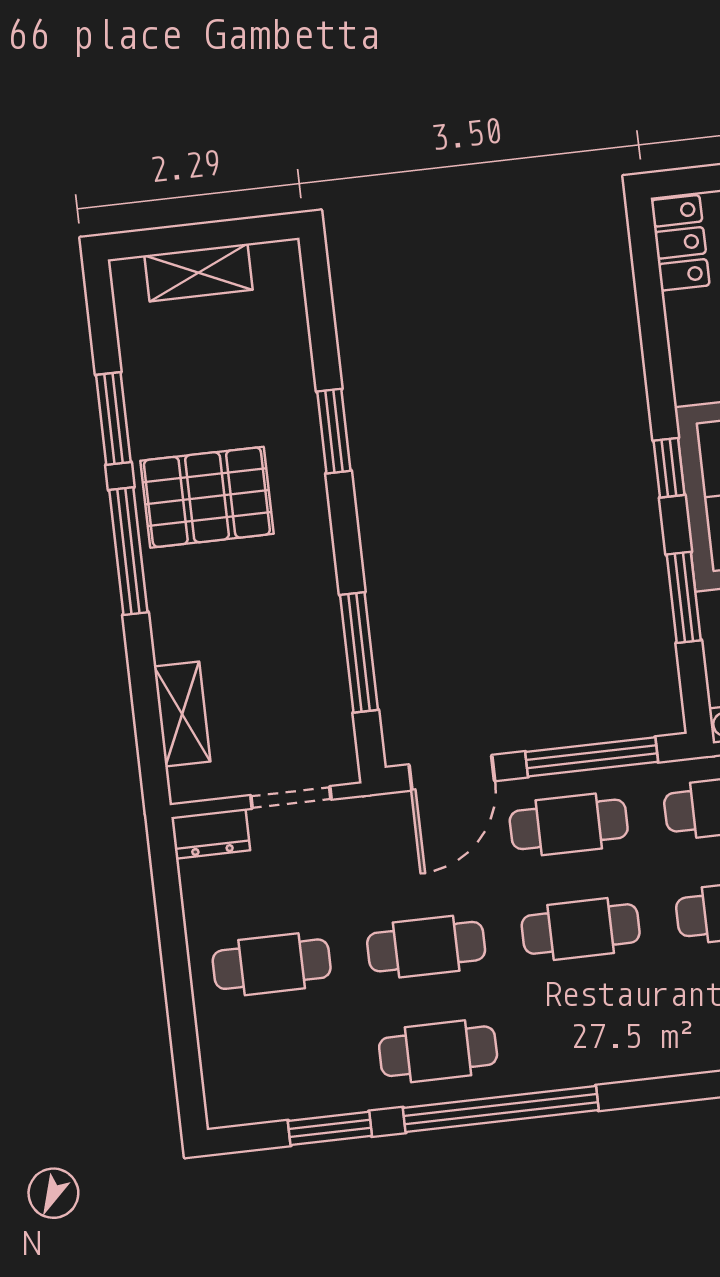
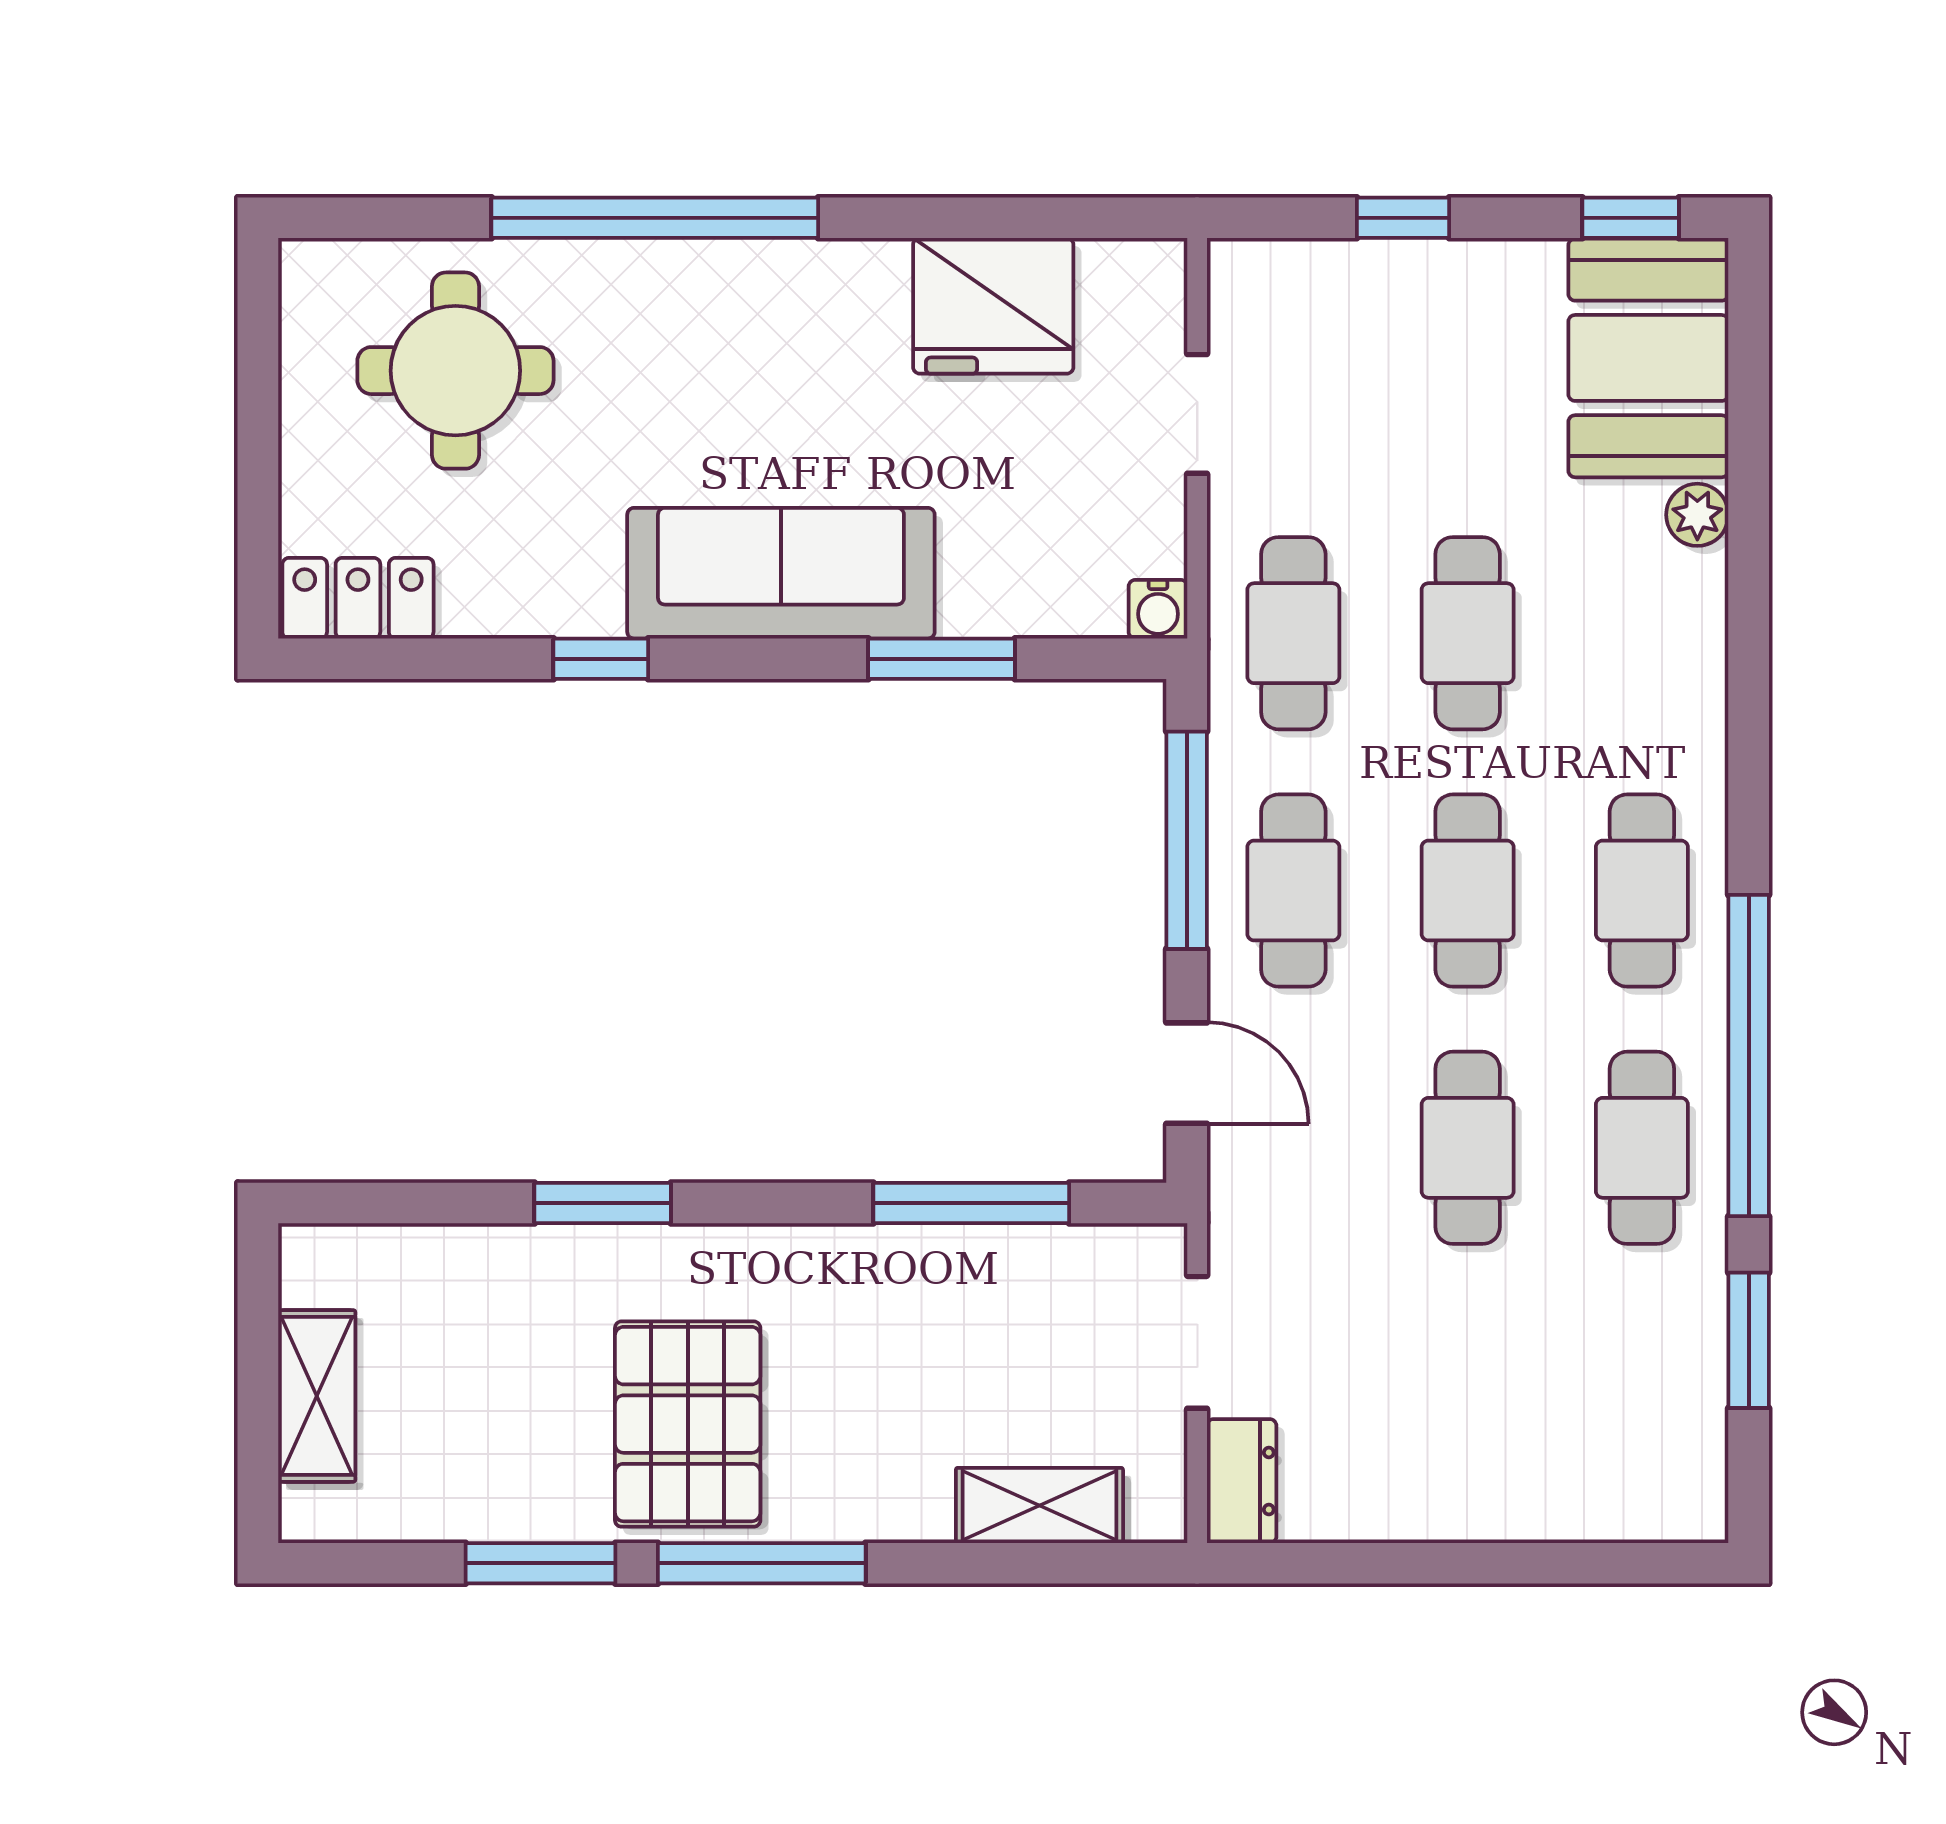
window: (669, 468) -> (601, 659), moved
door: (452, 773) -> (1187, 1073), width x0.73
cafe table: (272, 964) -> (1642, 891), moved

